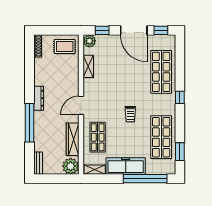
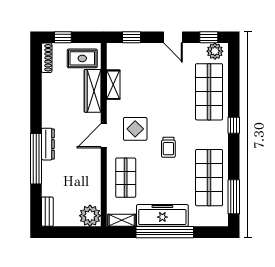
window: (50, 30) -> (63, 37), added
door: (134, 30) -> (173, 37), width x0.53
plant: (89, 41) -> (215, 51), moved
dresser: (39, 98) -> (48, 144), moved
display table: (105, 100) -> (135, 129), added
wardrobe: (73, 139) -> (93, 91), moved
window: (180, 152) -> (234, 197), width x1.44
window: (145, 179) -> (165, 232), moved

